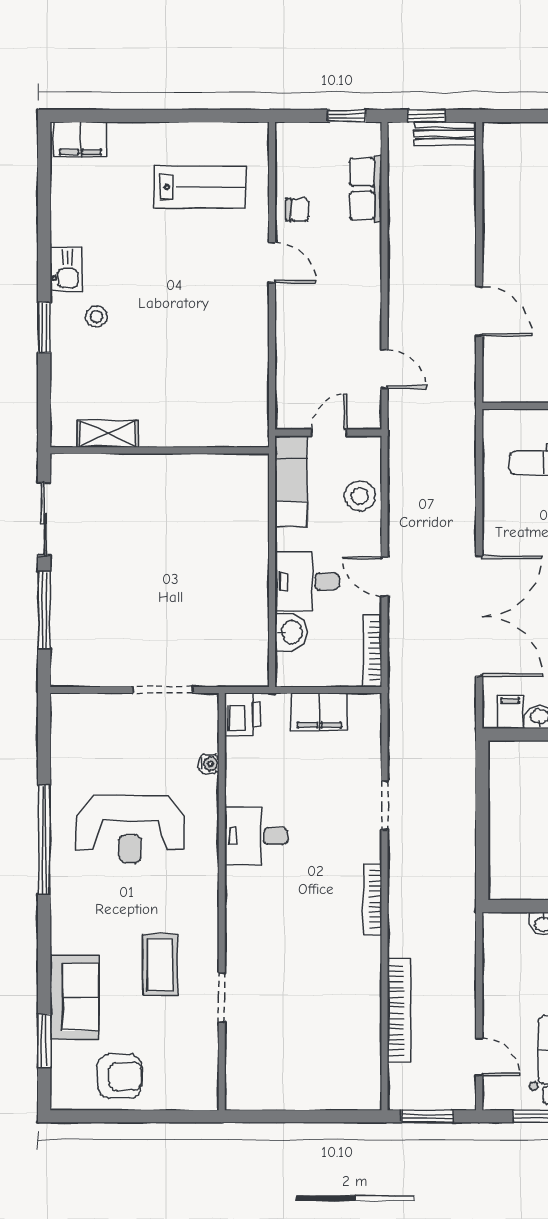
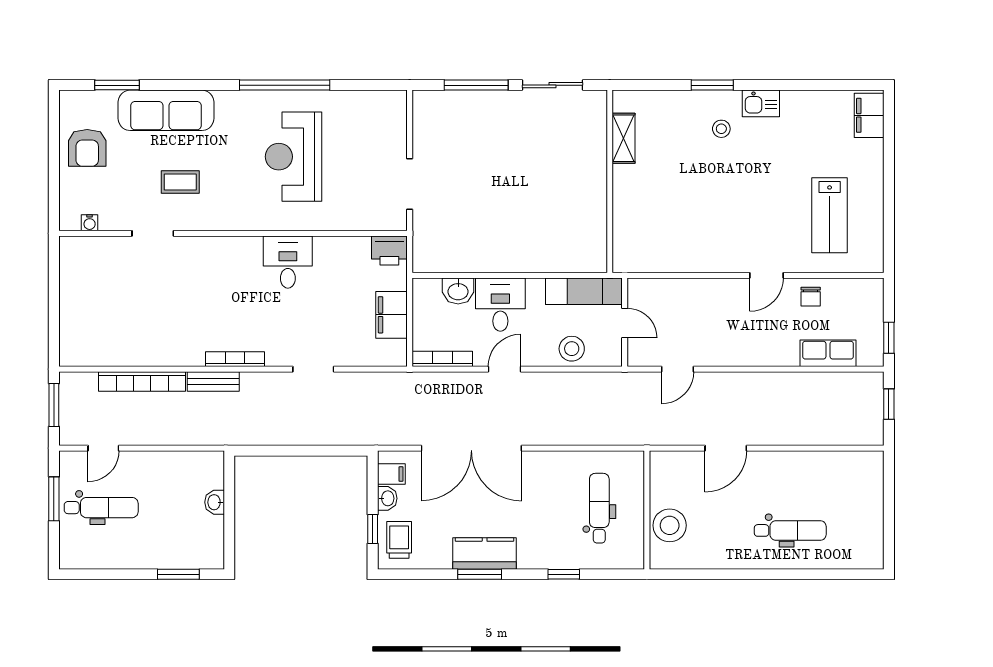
bench: (445, 134) -> (213, 381), moved, turned 90
water cooler: (209, 764) -> (90, 223), moved
coffee table: (160, 965) -> (180, 182), width x0.73, depth x0.77
sofa: (74, 997) -> (166, 110), width x1.36

